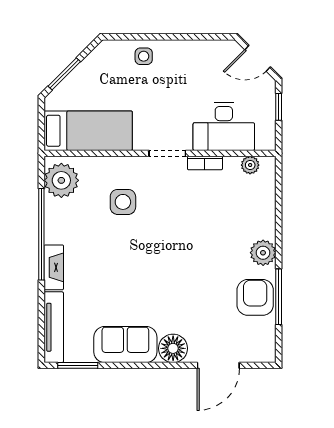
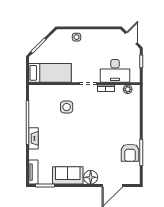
door: (258, 58) -> (131, 38), swing flipped
plant: (61, 180) -> (37, 97), removed
plant: (263, 253) -> (134, 131), removed
armchair: (255, 297) -> (130, 153), turned 180
tv unit: (54, 327) -> (33, 172), width x0.71

